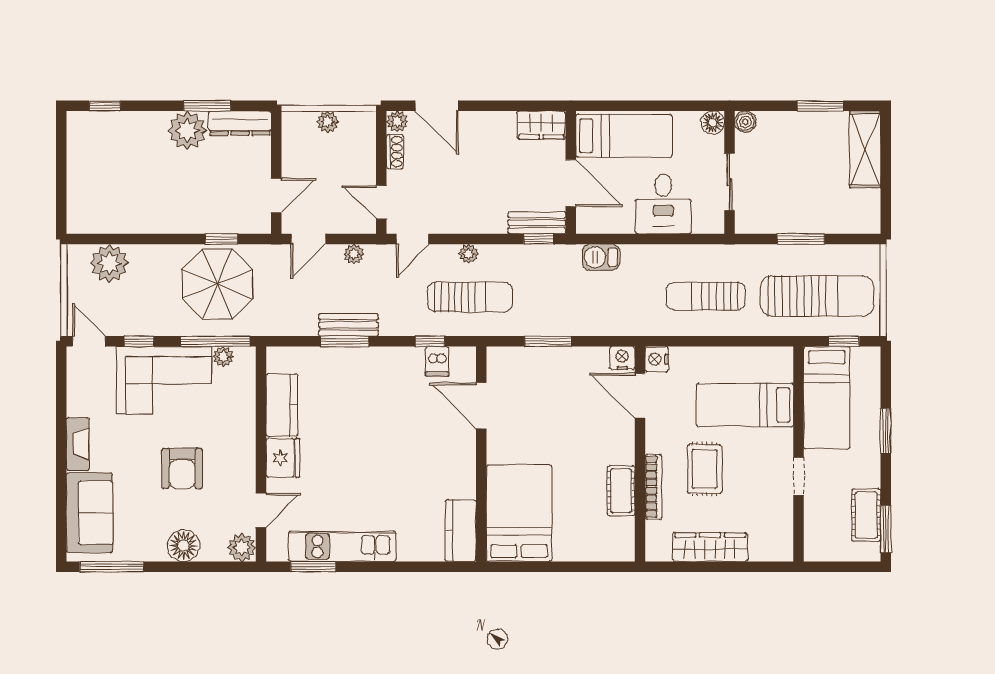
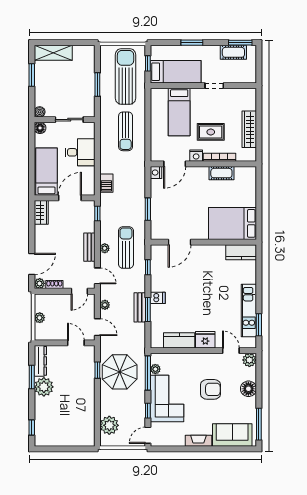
bench: (537, 223) -> (89, 247), moved
nightstand: (657, 359) -> (196, 156), moved
dishwasher: (437, 361) -> (158, 298), moved

